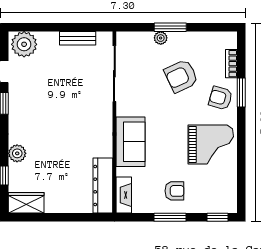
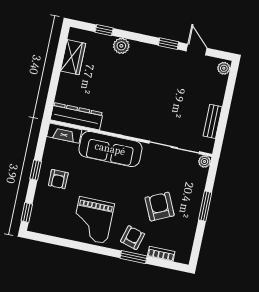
plant: (161, 38) -> (204, 162), moved
plant: (24, 44) -> (224, 68), width x0.53, depth x0.53
sofa: (130, 142) -> (110, 149), width x1.36
wardrobe: (26, 203) -> (73, 57), moved
window: (170, 217) -> (36, 170), width x0.67

